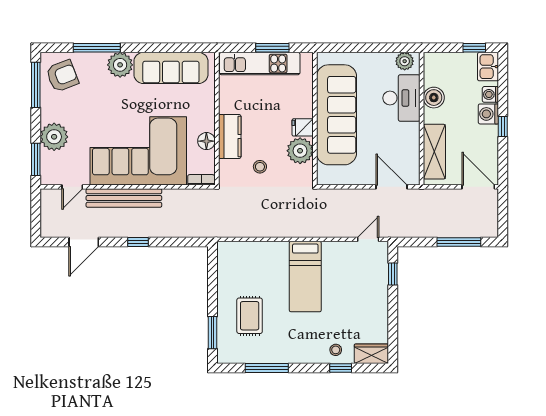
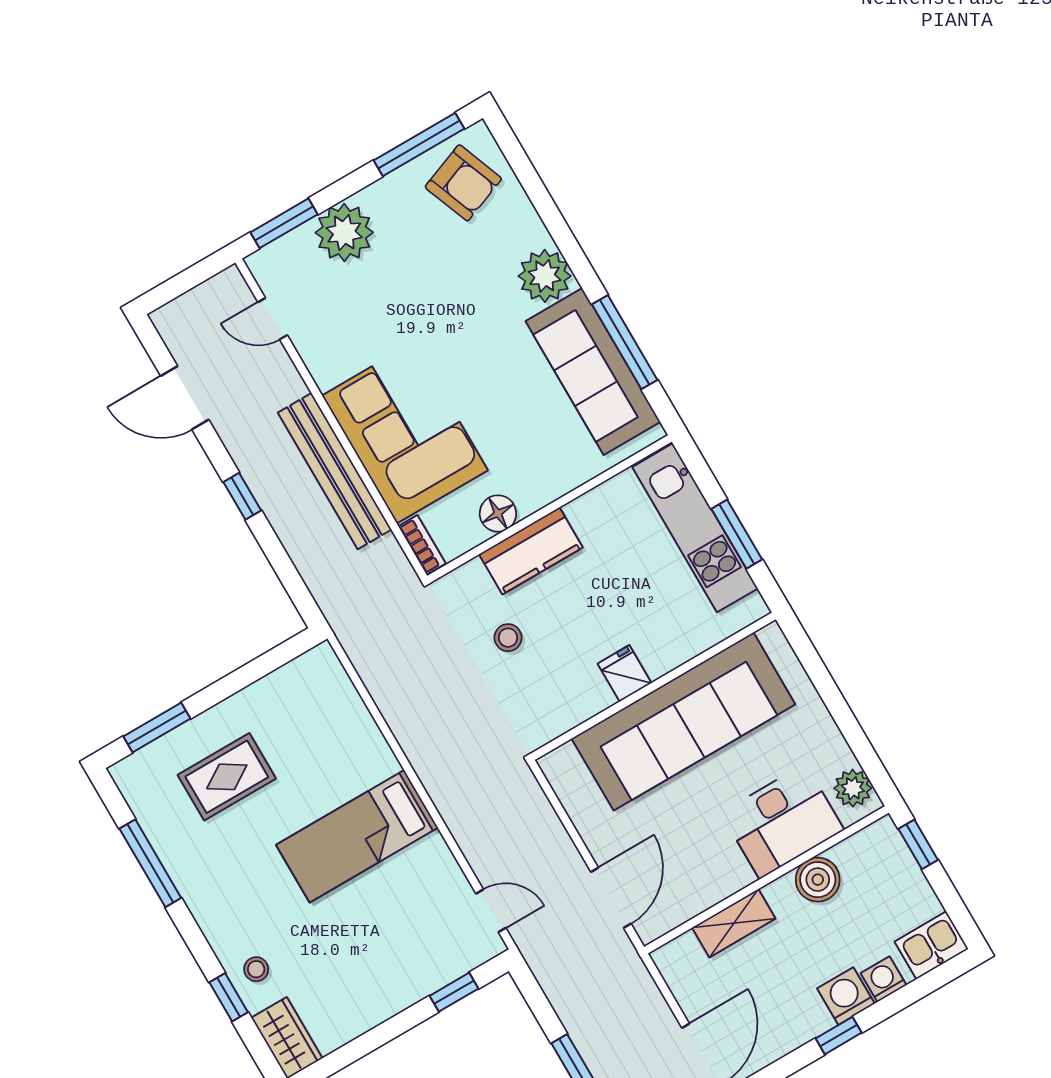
window: (97, 48) -> (625, 342), moved
window: (474, 48) -> (918, 844), moved
corner sofa: (138, 151) -> (405, 433), width x0.73, depth x0.74
plant: (300, 151) -> (580, 693), removed
shelving: (434, 152) -> (734, 923), width x0.67, depth x0.75
bench: (124, 198) -> (335, 471), moved

